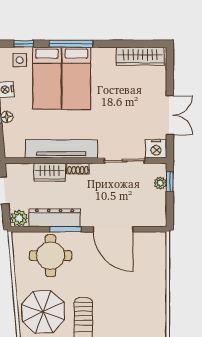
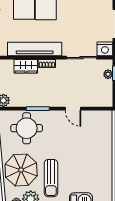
dresser: (55, 218) -> (30, 100), removed
door: (113, 229) -> (73, 109), width x0.53

